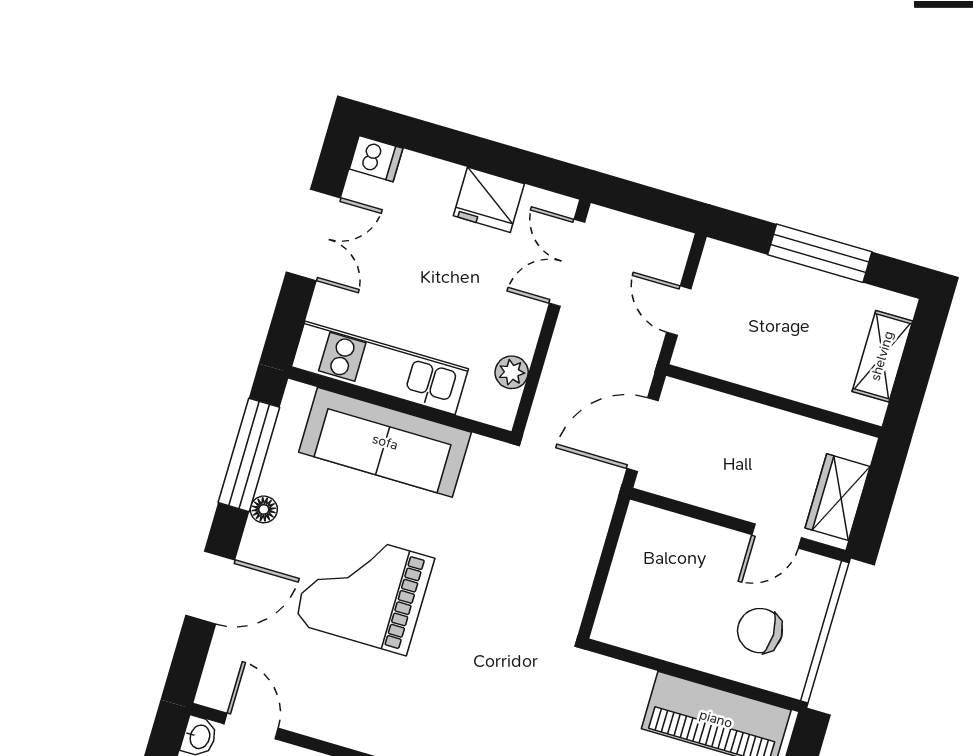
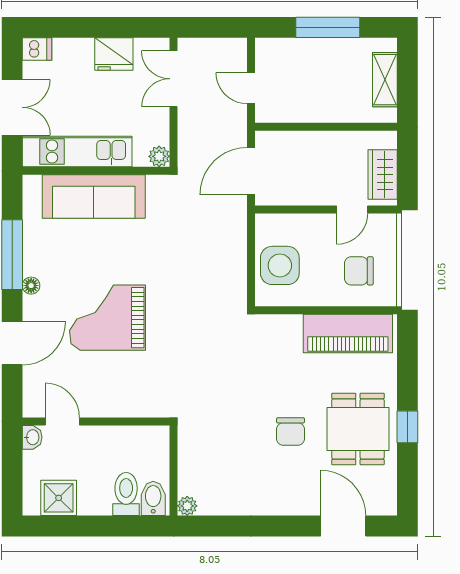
kitchen unit: (380, 368) -> (77, 151), moved
wall: (400, 405) -> (96, 171), moved
sofa: (385, 442) -> (94, 197), moved
side table: (644, 588) -> (280, 265), added

